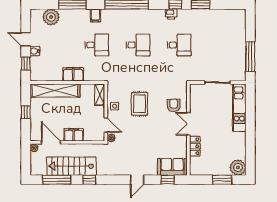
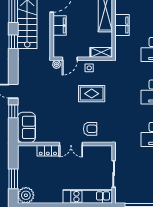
double door: (188, 124) -> (71, 144), swing flipped
window: (168, 180) -> (13, 111), moved

